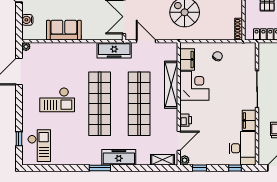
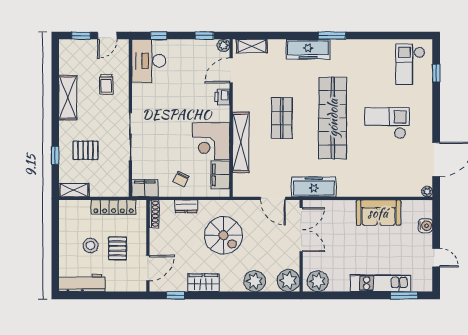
dresser: (214, 35) -> (186, 206), added
shop shelf: (139, 104) -> (282, 118), width x0.50, depth x0.74
filing cabinet: (249, 120) -> (145, 188), moved, turned -90

